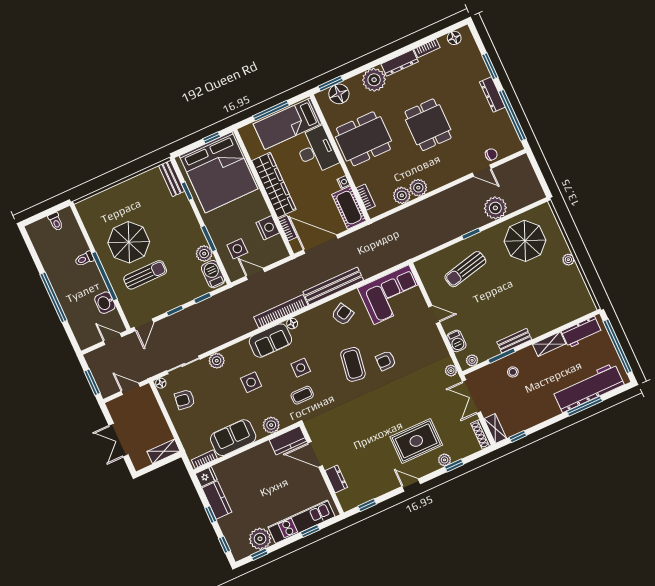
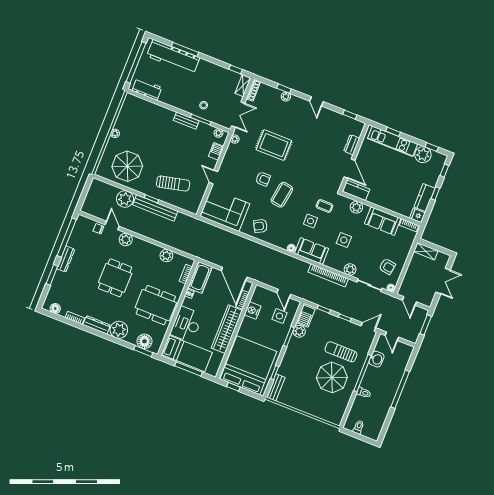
plant: (418, 188) -> (126, 240), moved
bench: (333, 286) -> (155, 208), moved
bookcase: (281, 311) -> (328, 275), moved
shelving: (549, 344) -> (170, 100), removed
rug: (416, 441) -> (274, 145), moved

